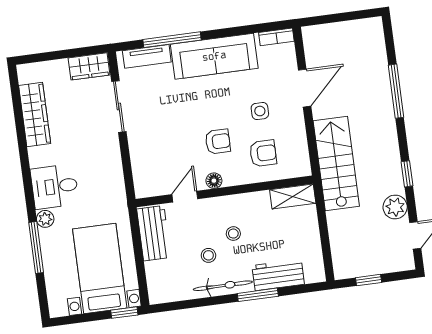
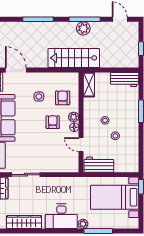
door: (305, 88) -> (16, 70), moved
window: (407, 174) -> (85, 19), width x2.17
plant: (232, 177) -> (74, 117), added
desk: (55, 187) -> (61, 216), width x1.37
plant: (395, 207) -> (83, 28), moved
workbench: (278, 275) -> (125, 79), moved, turned -90
bicycle: (223, 286) -> (133, 130), removed

